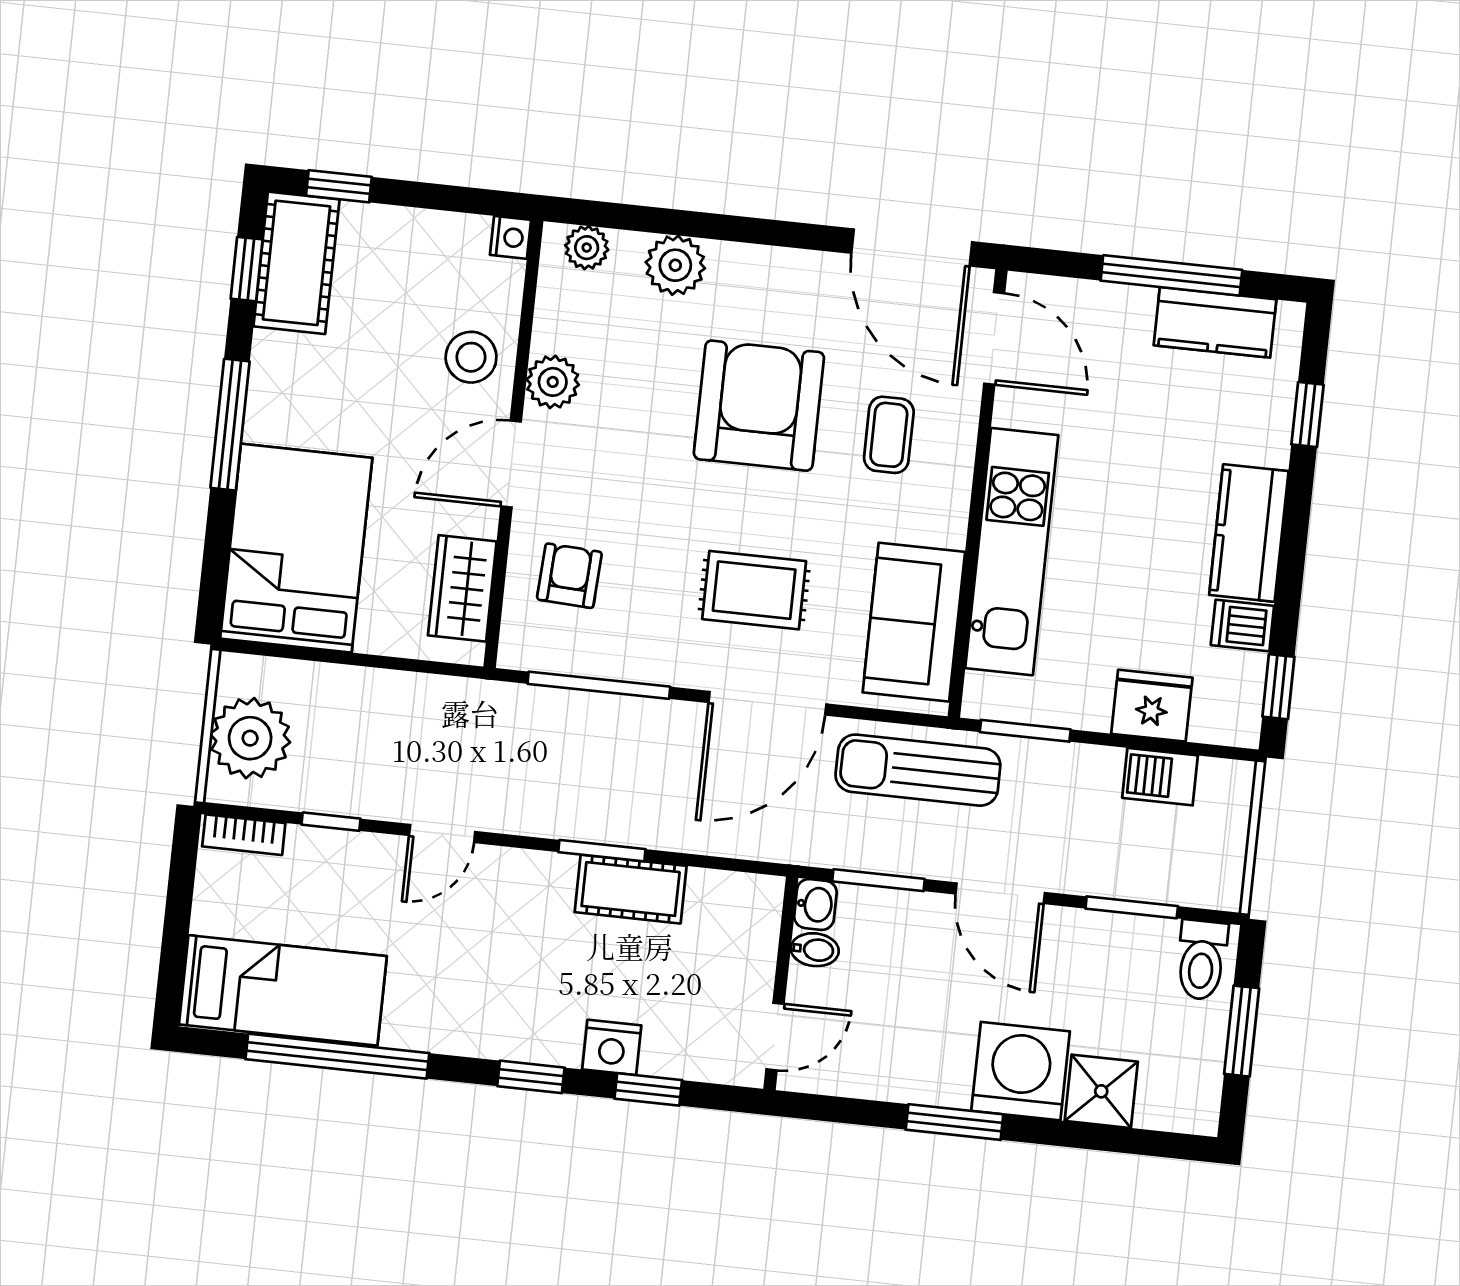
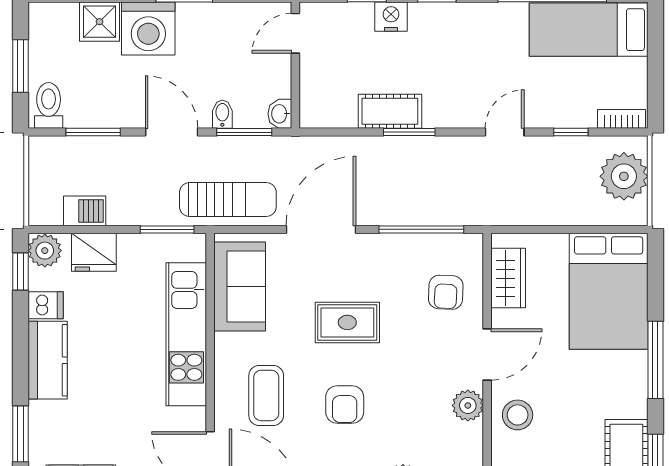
armchair: (759, 406) -> (345, 405), width x0.53, depth x0.53
window: (1307, 415) -> (21, 434), width x1.50
coffee table: (889, 435) -> (266, 395), width x1.36, depth x1.30
rug: (754, 590) -> (347, 322), moved
plant: (1234, 717) -> (45, 251), added
bidet: (815, 950) -> (222, 114), moved, turned 90

